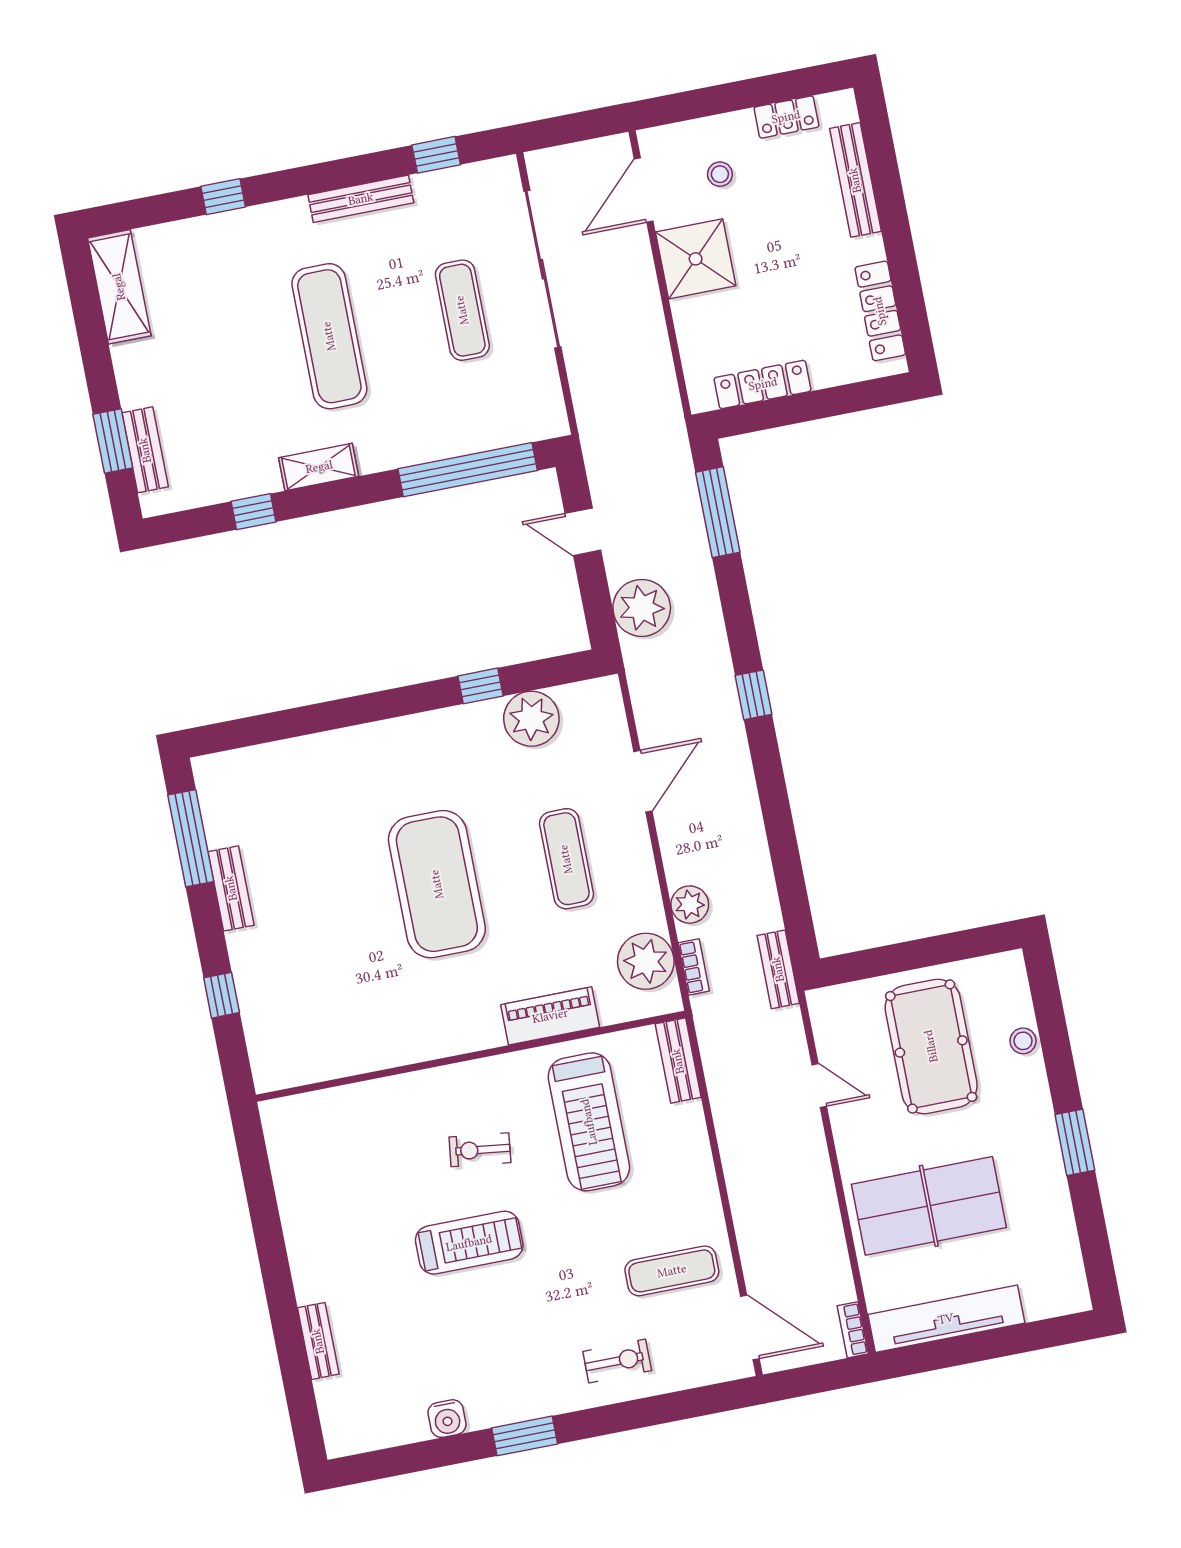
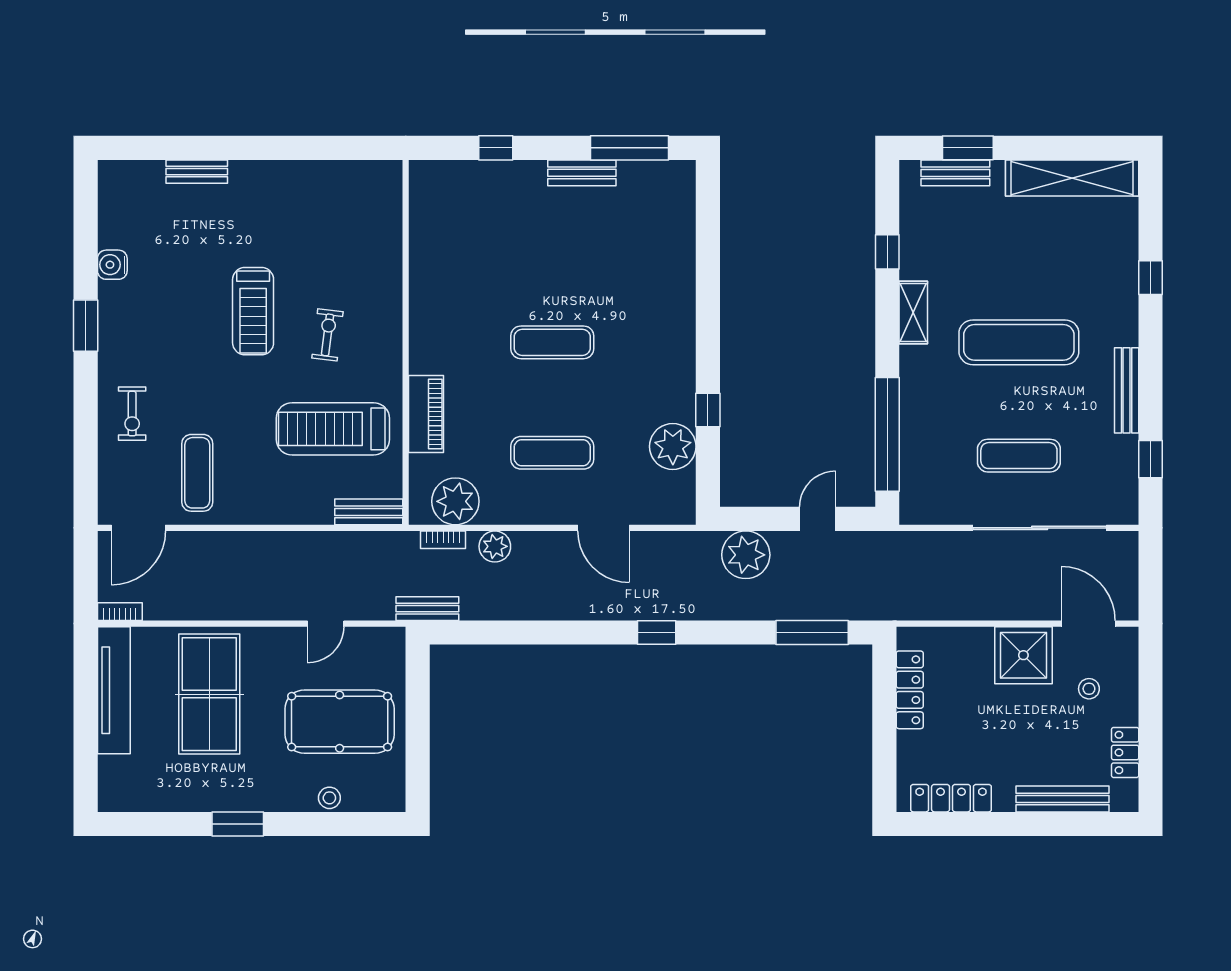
shelving: (119, 287) -> (1072, 178), width x1.47
exercise mat: (437, 884) -> (552, 342), width x0.50, depth x0.69

